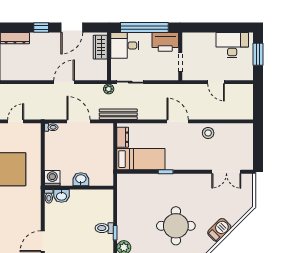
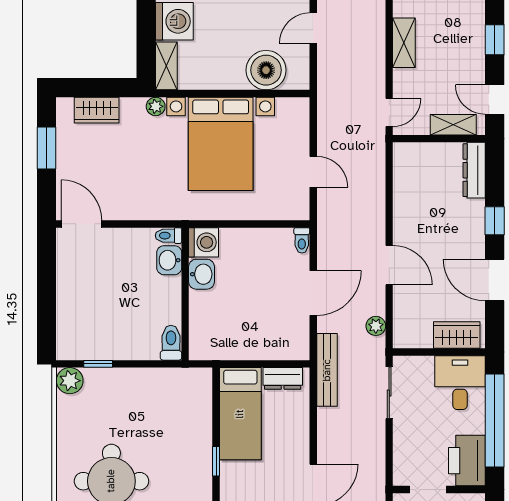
plant: (109, 89) -> (376, 326), moved
washbasin: (81, 179) -> (202, 274), moved
toilet: (104, 228) -> (171, 343), moved

